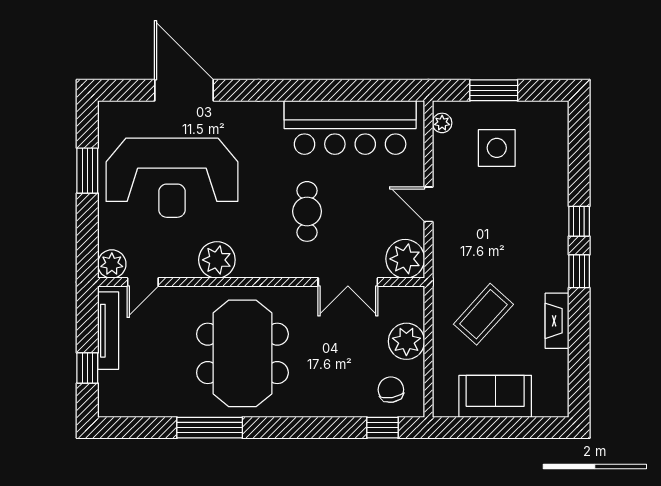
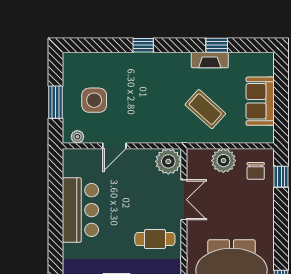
bar counter: (350, 127) -> (80, 210), width x0.73
door: (428, 204) -> (114, 146), moved
cafe table: (307, 211) -> (155, 239), moved
window: (579, 271) -> (217, 45), moved
chair: (391, 390) -> (256, 171), turned -81

